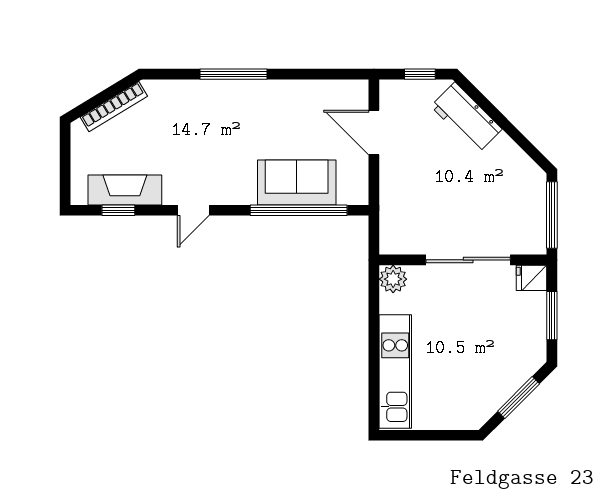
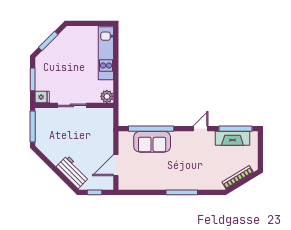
door: (374, 133) -> (116, 165), swing flipped
window: (118, 210) -> (236, 129), width x2.17
sliding door: (468, 260) -> (72, 105), width x0.73

